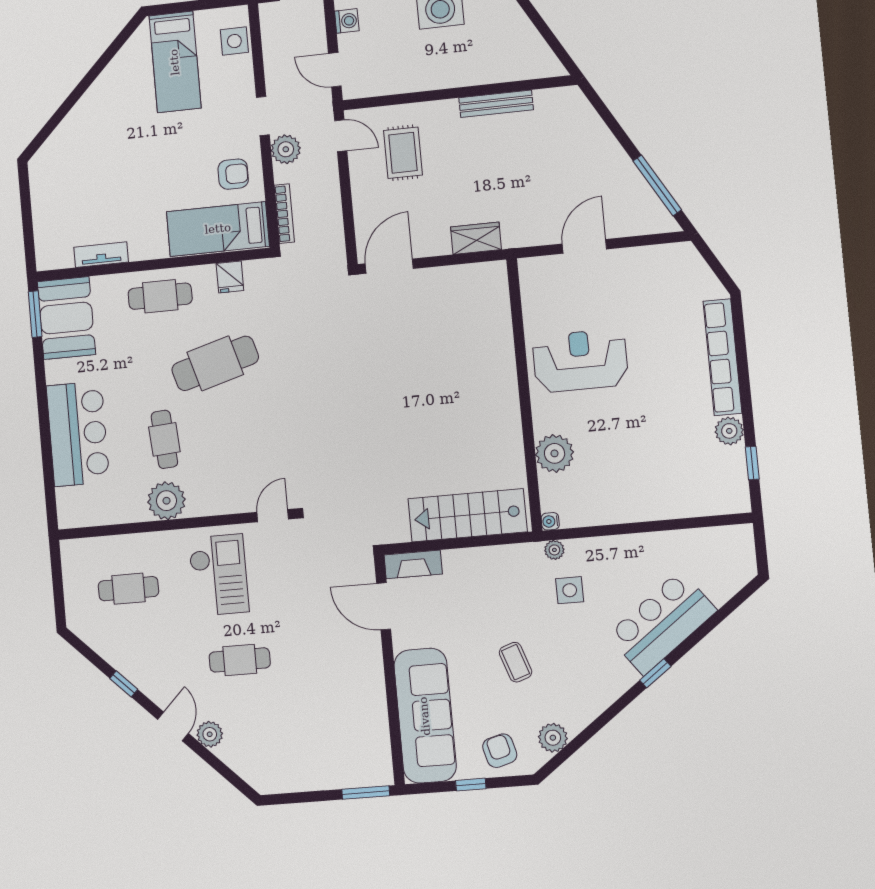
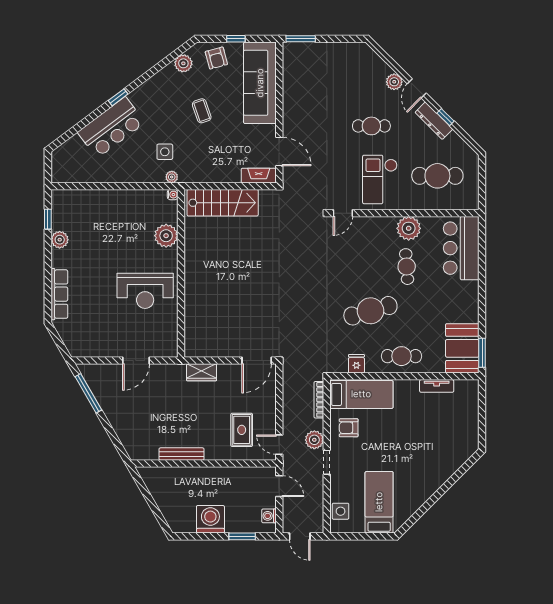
row of seats: (722, 357) -> (59, 294), width x0.73
bar counter: (78, 434) -> (461, 248), moved
cafe table: (128, 589) -> (437, 176), width x1.37, depth x1.35
dresser: (142, 676) -> (434, 121), added

